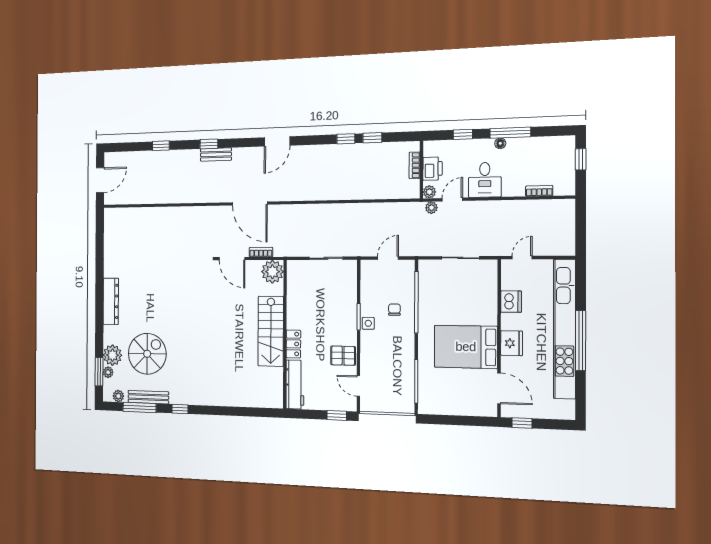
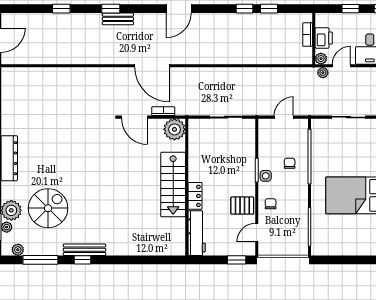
chair: (373, 354) -> (271, 204), added
door: (358, 386) -> (257, 233), hinge flipped
bench: (148, 397) -> (85, 250), moved

